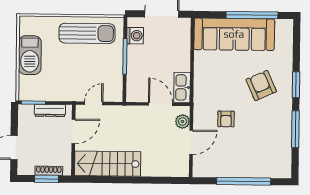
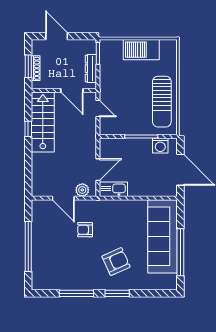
window: (115, 180) -> (28, 129), added

